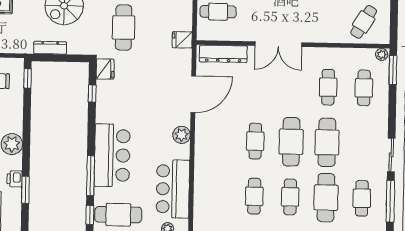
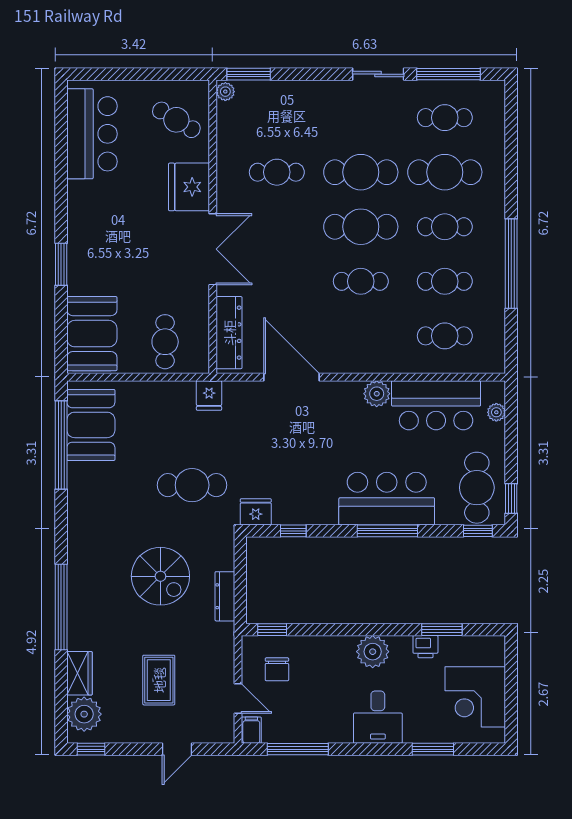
fridge: (320, 29) -> (189, 187), added
cafe table: (364, 88) -> (445, 336), moved
plant: (182, 135) -> (377, 394), moved
window: (91, 176) -> (387, 531), moved

